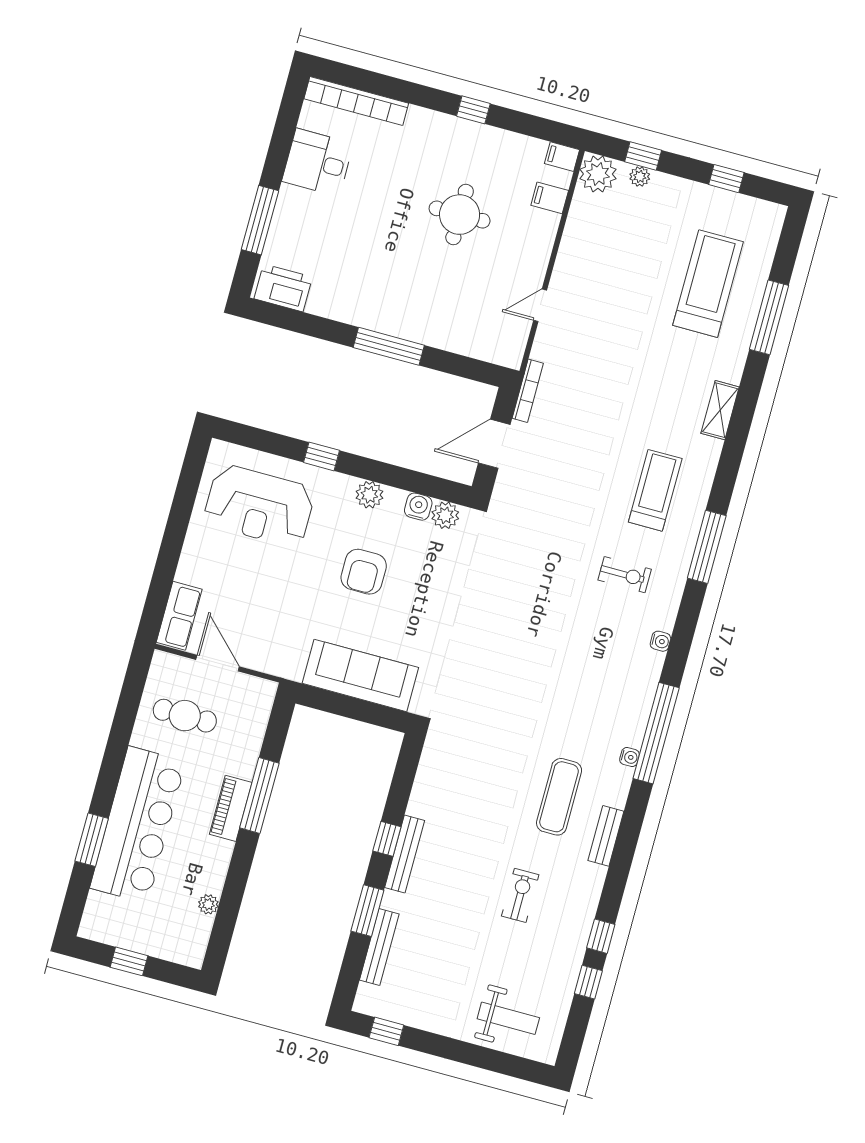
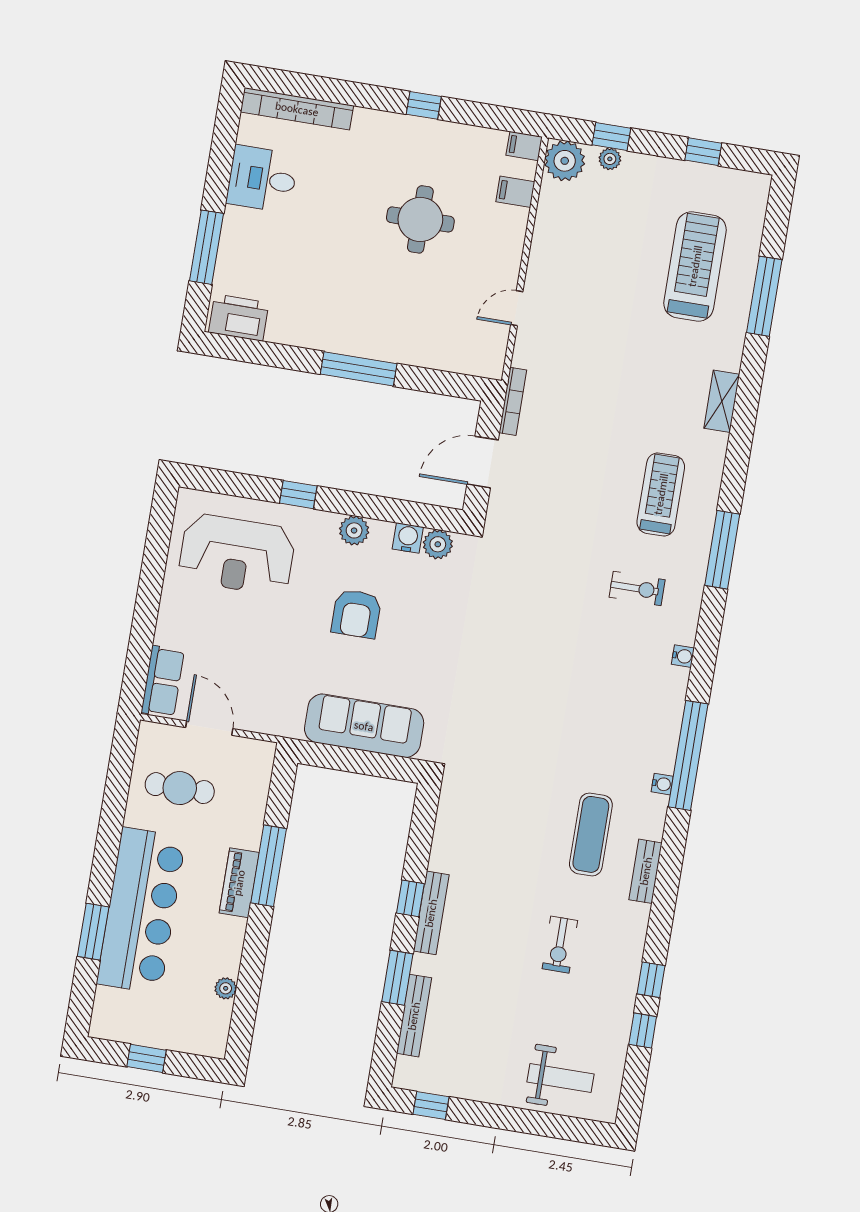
exercise bike: (520, 895) -> (560, 945), turned 180

